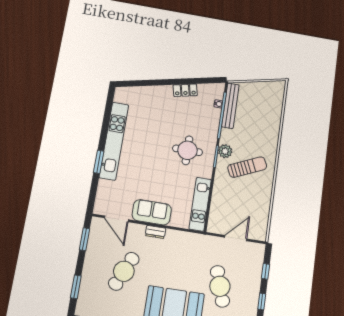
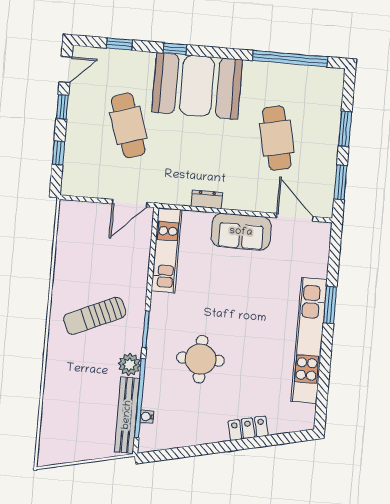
locker: (185, 90) -> (248, 428), moved
round table: (187, 150) -> (201, 359), moved
plant: (225, 151) -> (129, 365), moved
dresser: (155, 232) -> (207, 199), moved
door: (236, 238) -> (130, 203), moved
cafe table: (124, 271) -> (277, 138), turned -36
window: (76, 287) -> (345, 129), moved

